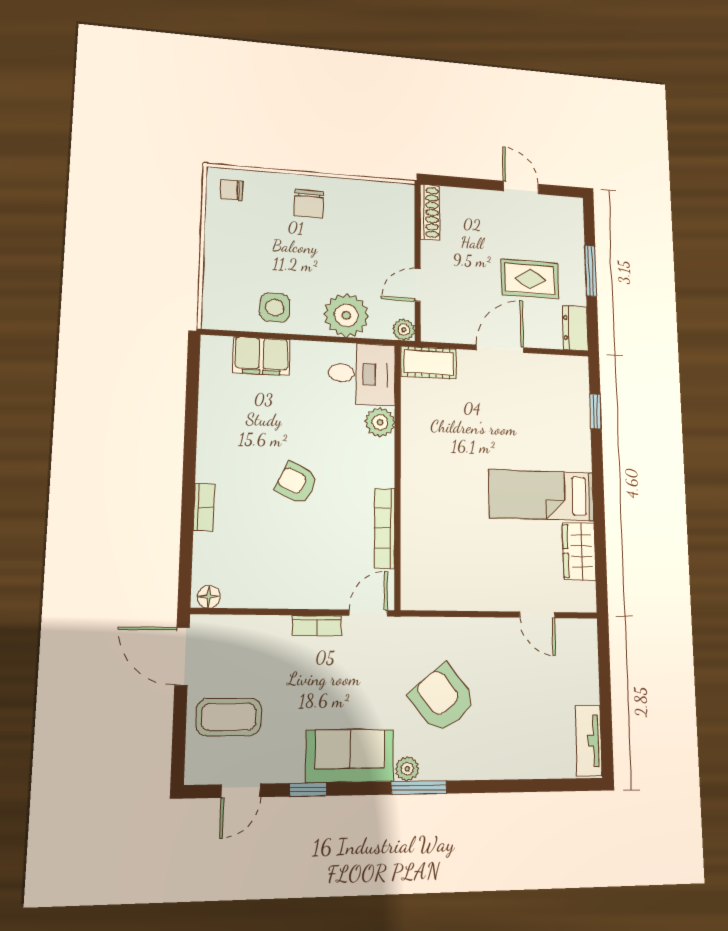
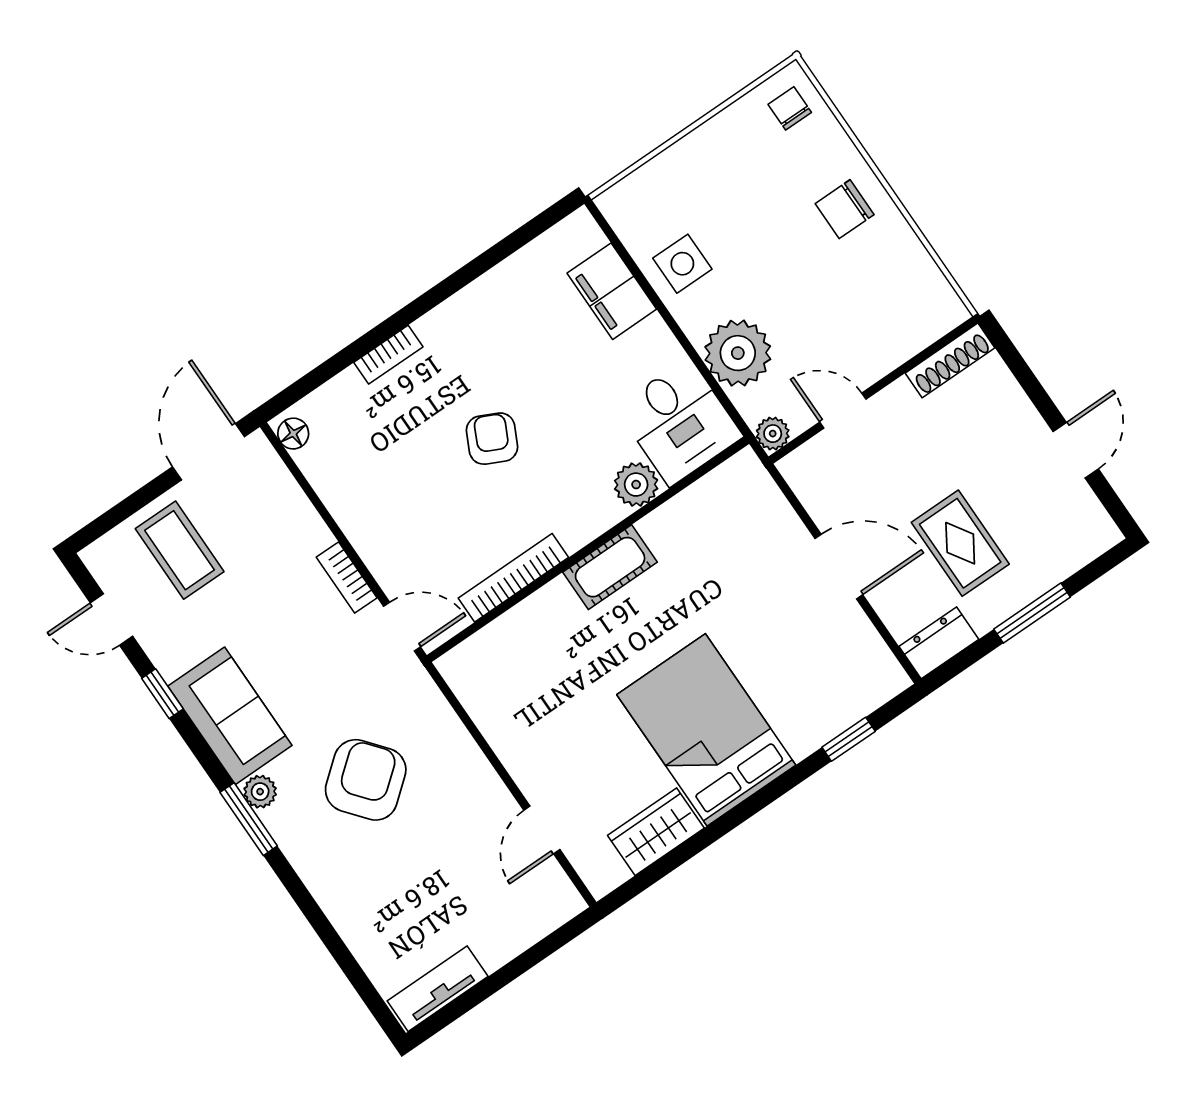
cot: (429, 362) -> (610, 567), moved, turned 90
bed: (542, 495) -> (706, 730), width x1.50

